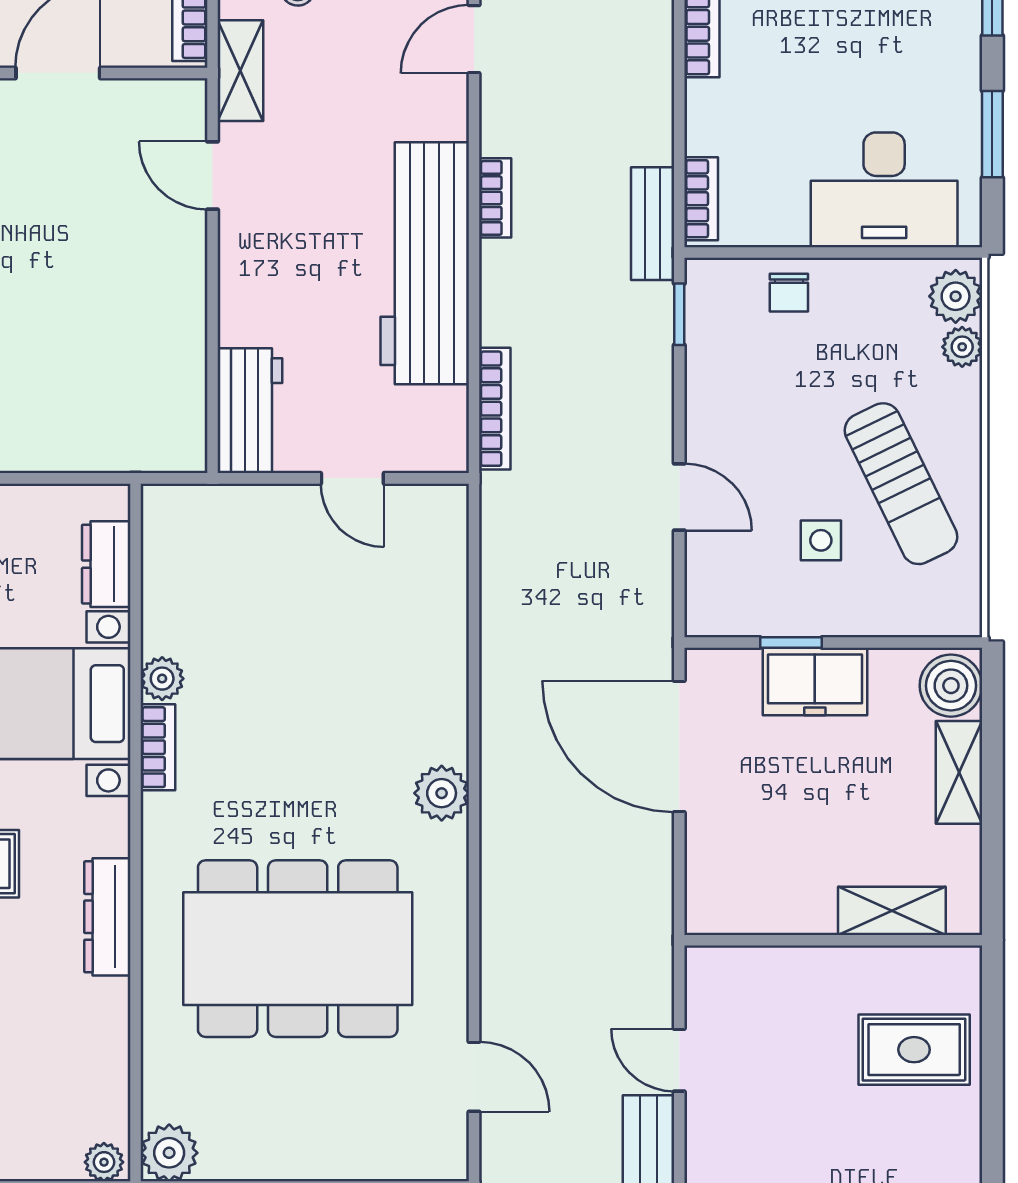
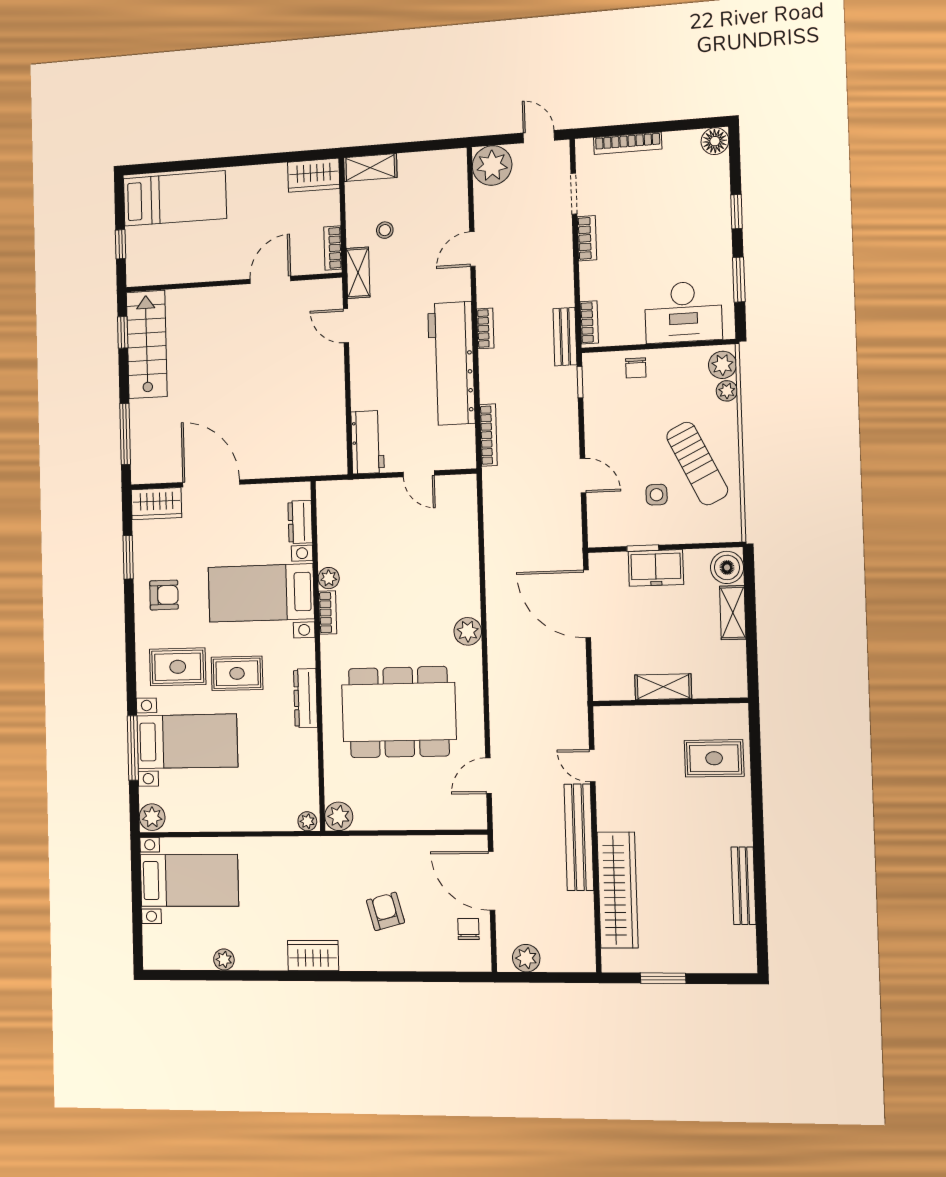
shelving: (892, 911) -> (663, 687), moved
door: (474, 1077) -> (488, 776), swing flipped

